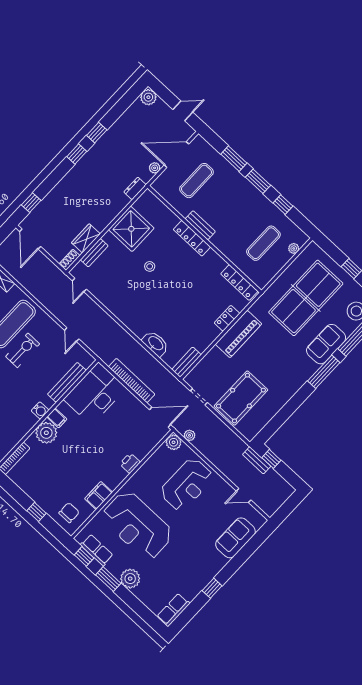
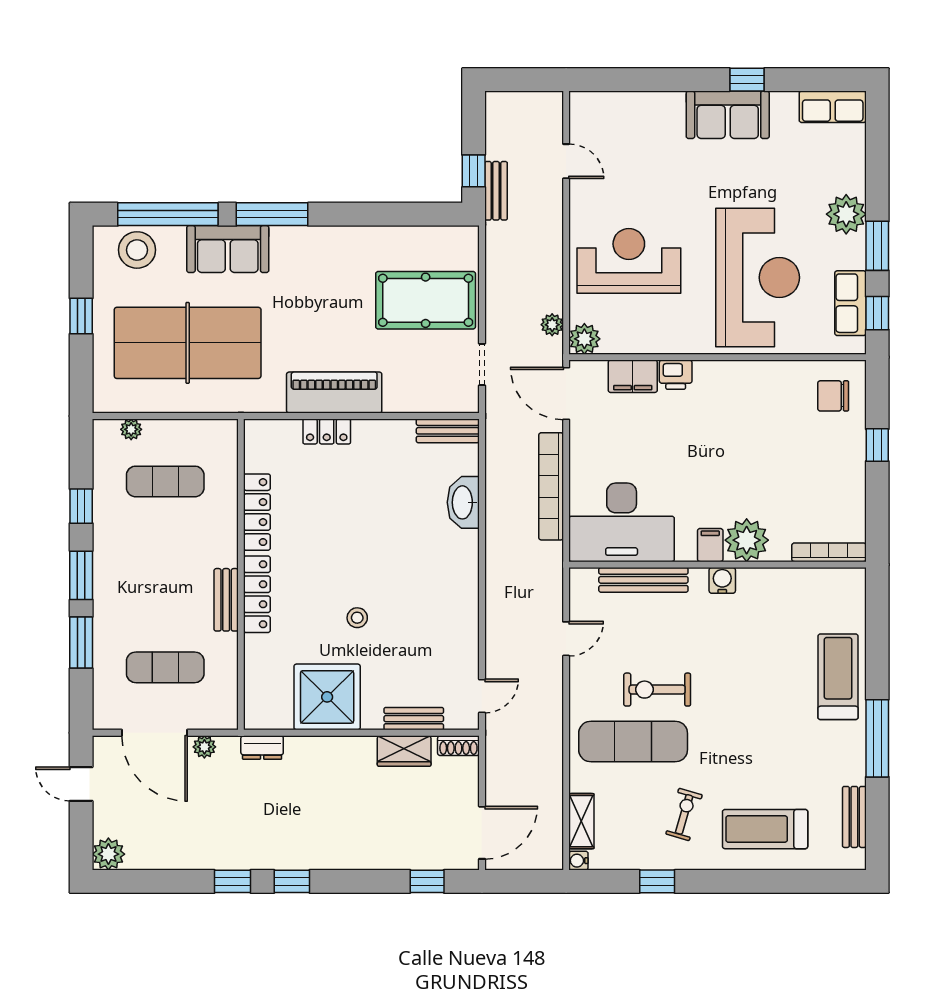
locker: (239, 283) -> (257, 512), moved
filing cabinet: (98, 495) -> (633, 376), moved
sofa: (235, 538) -> (728, 115), moved

